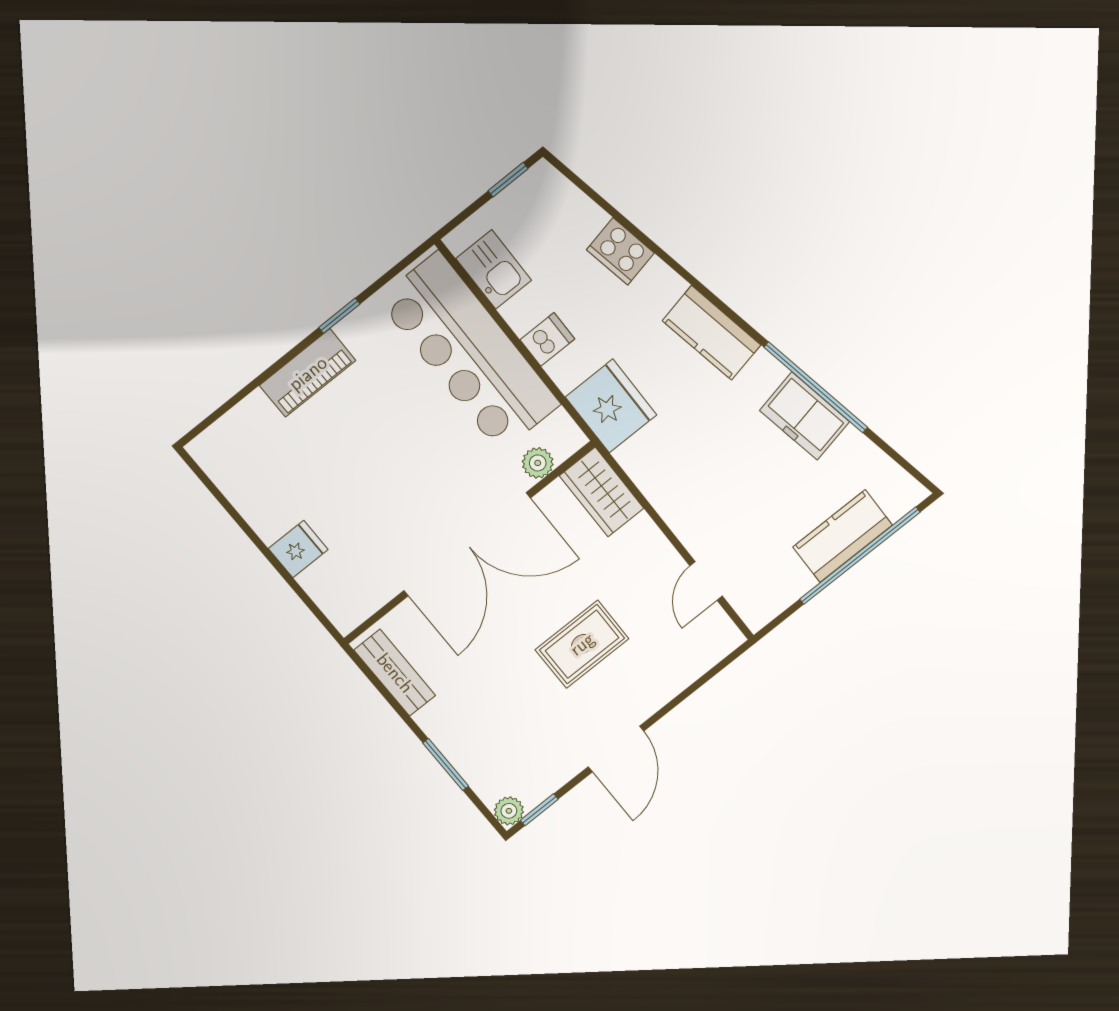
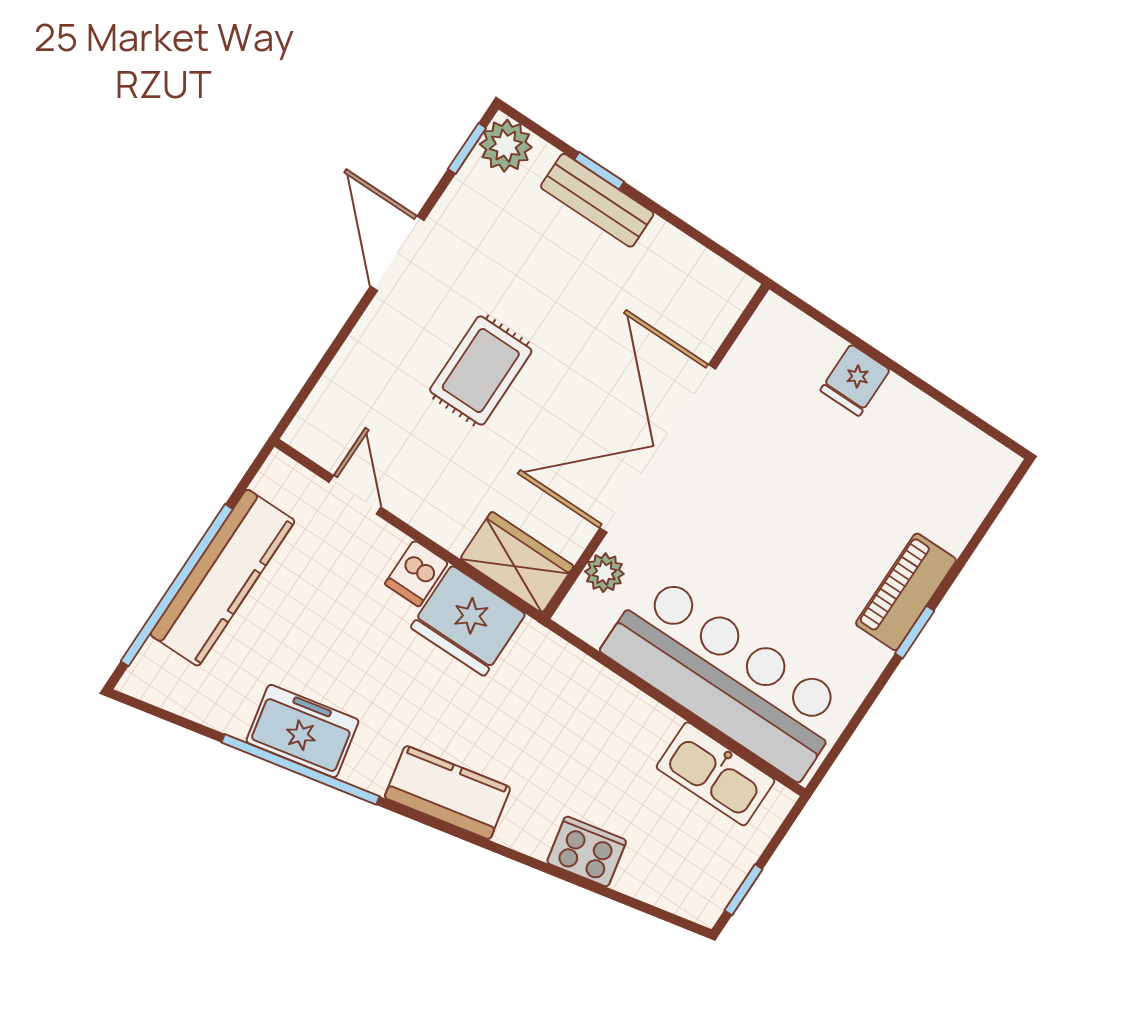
kitchen sink: (494, 269) -> (716, 774), width x1.38
window: (339, 316) -> (915, 632), moved
dishwasher: (547, 339) -> (416, 573), moved
fridge: (611, 406) -> (468, 621), moved
kitchen counter: (843, 536) -> (223, 578), width x1.50
bench: (395, 673) -> (597, 200), moved
window: (446, 765) -> (599, 171), width x0.67
plant: (509, 811) -> (506, 146), width x1.38, depth x1.38

